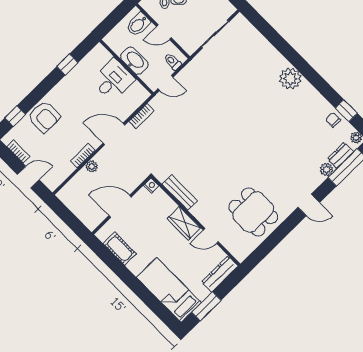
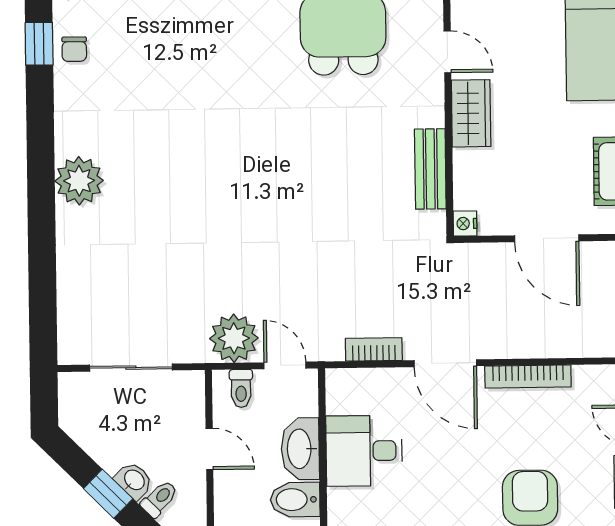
bidet: (138, 24) -> (295, 500), moved, turned 180
bookcase: (83, 155) -> (528, 376), width x1.56
plant: (92, 166) -> (234, 338), moved, width x1.87, depth x1.87

